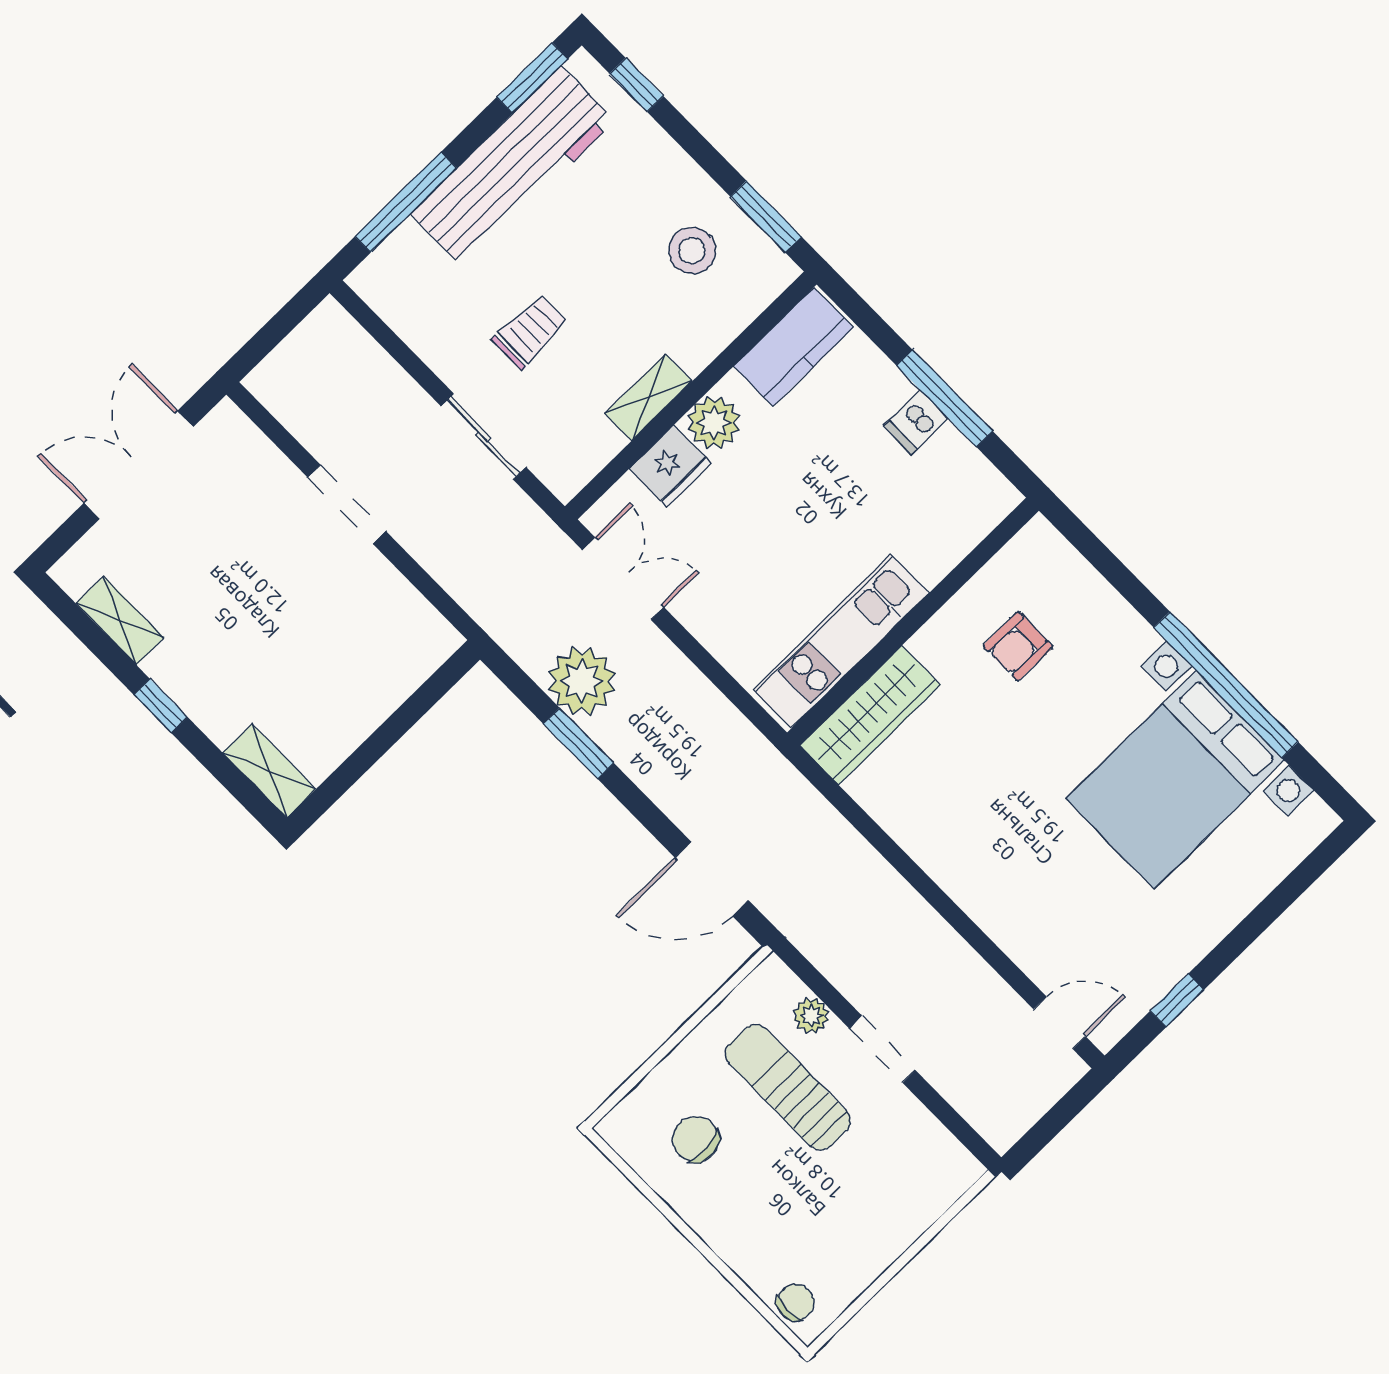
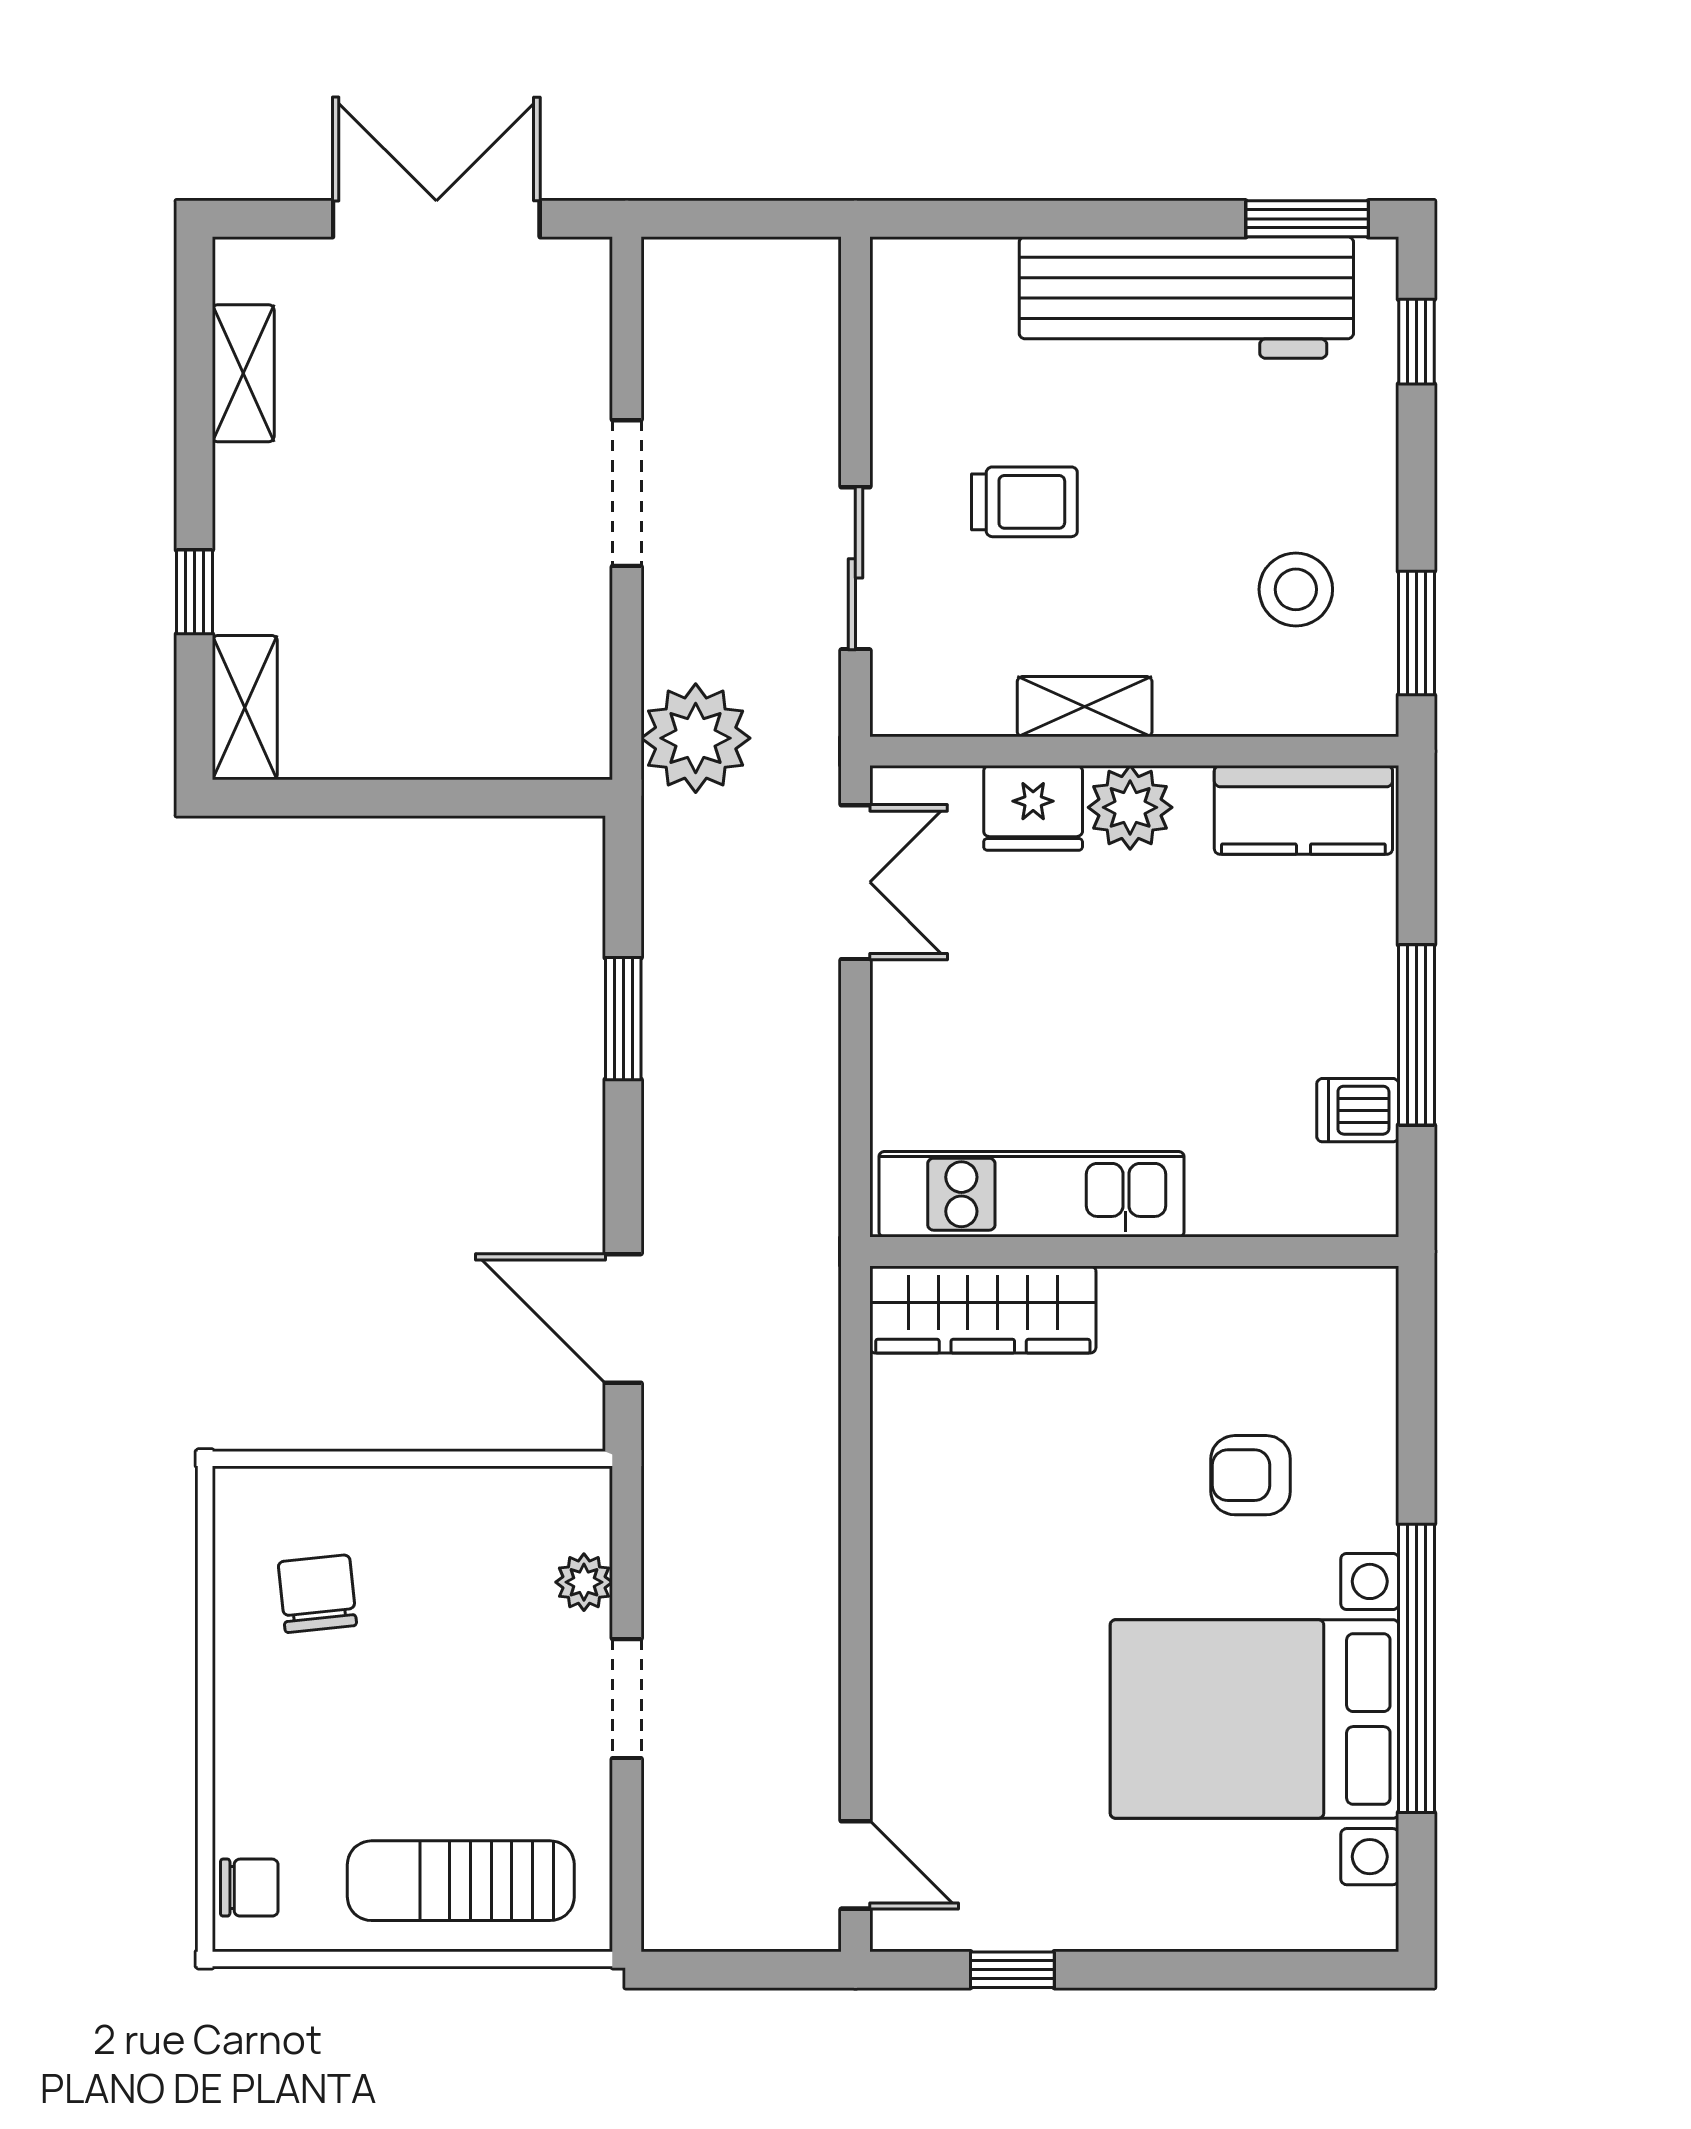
window: (406, 202) -> (1027, 219), removed
dishwasher: (916, 422) -> (1358, 1110), moved
armchair: (1018, 646) -> (1251, 1475), moved
plant: (582, 681) -> (696, 738), moved
window: (161, 706) -> (194, 592), moved
sun lounger: (788, 1087) -> (461, 1881), moved, turned -90

